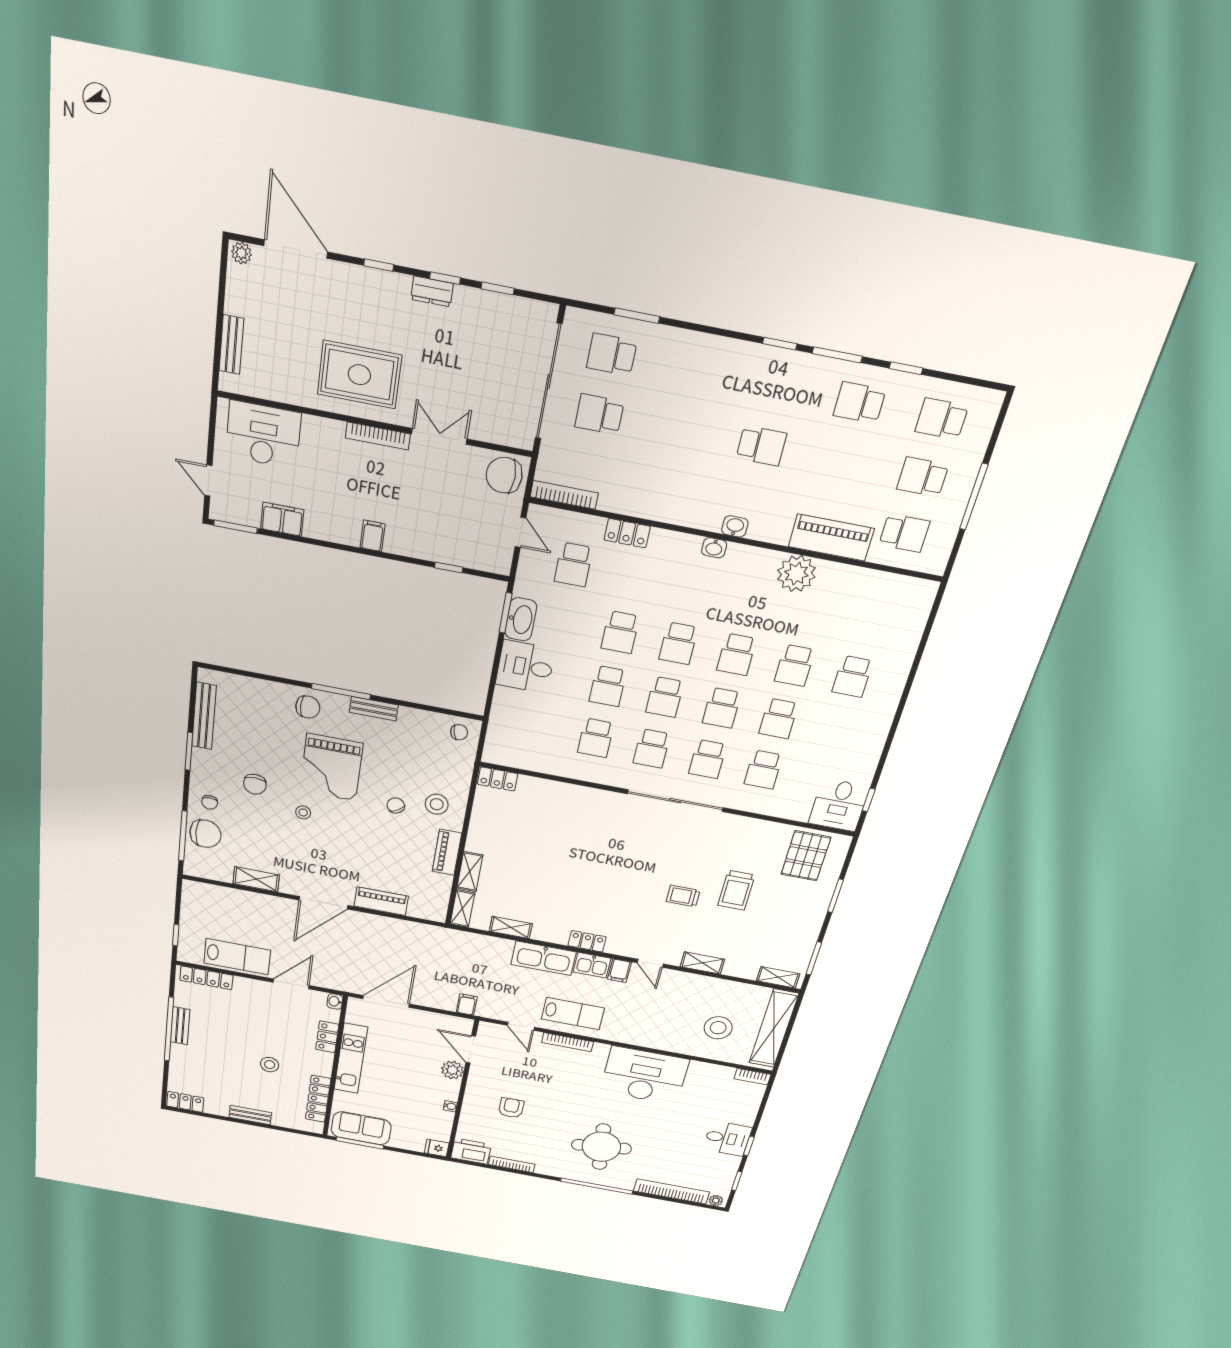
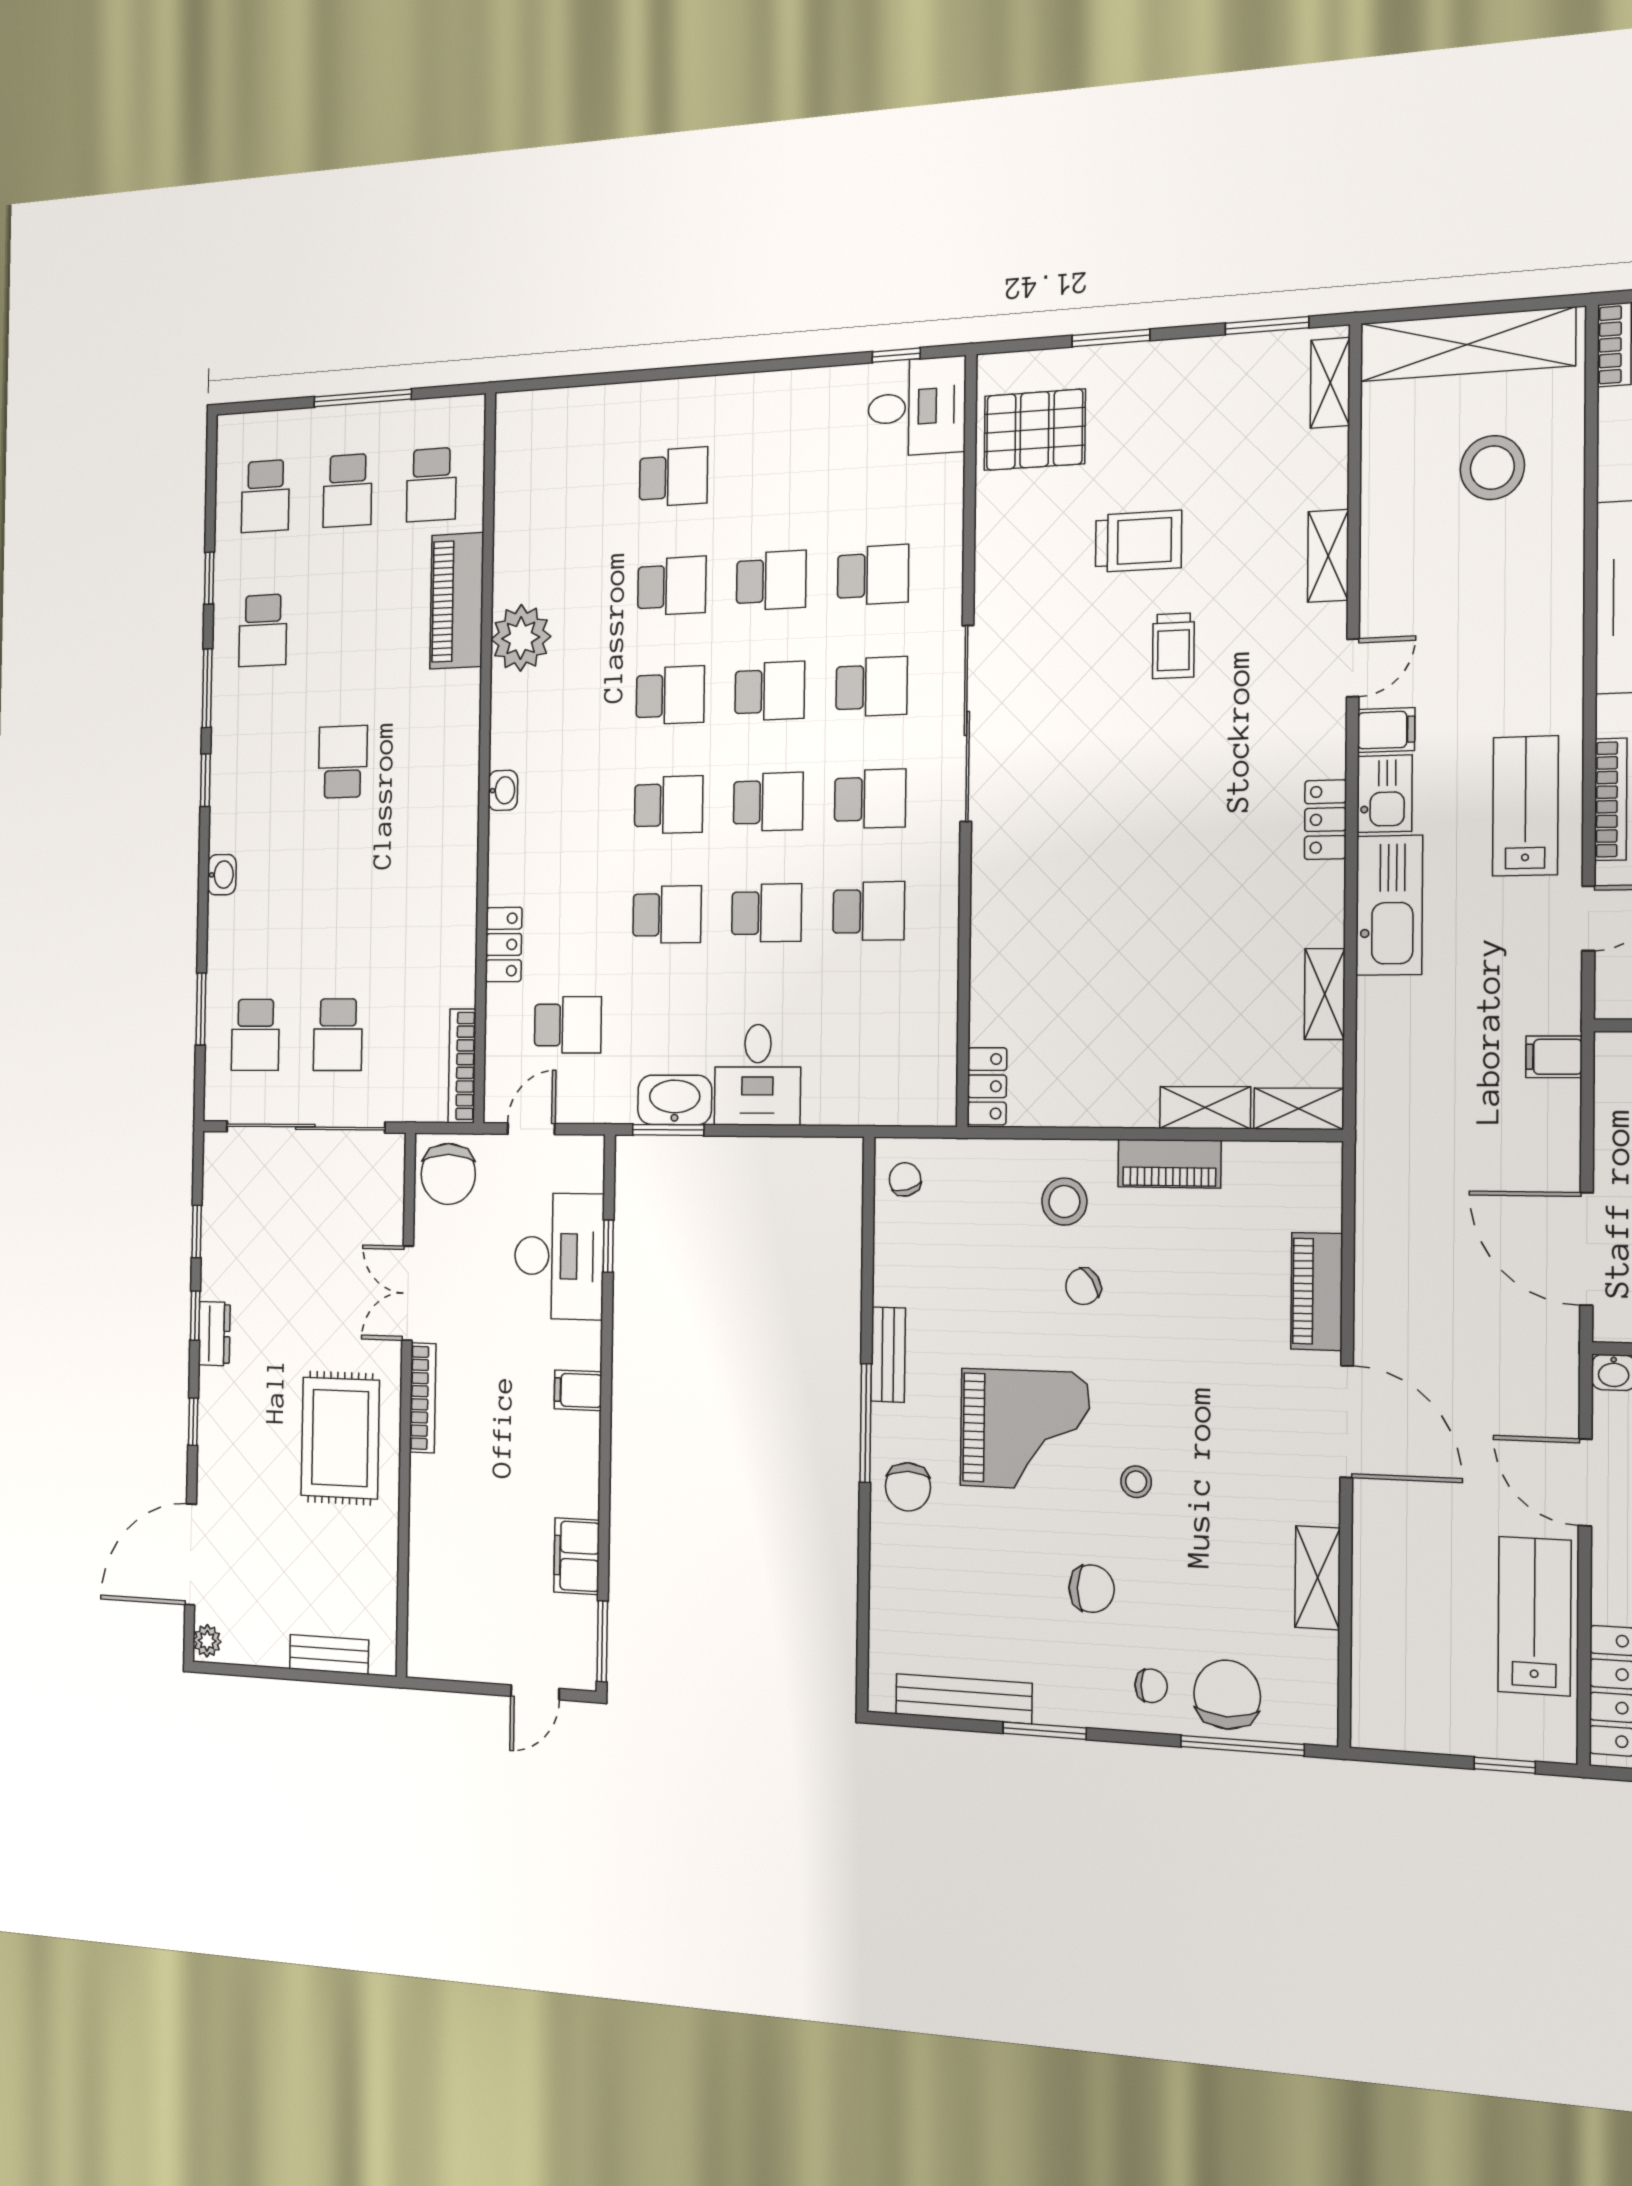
desk: (263, 435) -> (559, 1256), moved, turned 180
washbasin: (735, 526) -> (222, 875), moved, turned 180
school desk: (904, 533) -> (431, 485), turned 180
chair: (308, 707) -> (908, 1487), turned 180

